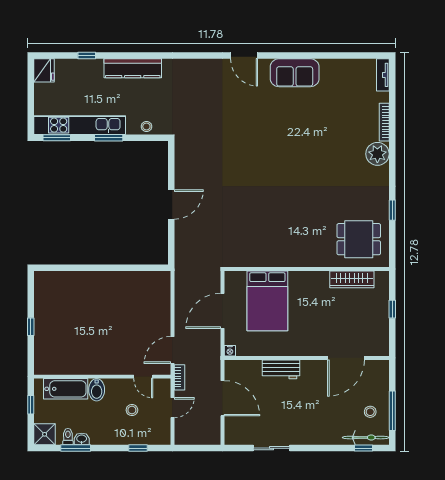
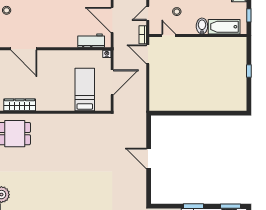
door: (171, 204) -> (149, 158), hinge flipped
bed: (267, 301) -> (85, 90), width x0.67
door: (172, 350) -> (148, 54), swing flipped
door: (346, 358) -> (24, 49), swing flipped
workbench: (281, 369) -> (91, 41), moved

